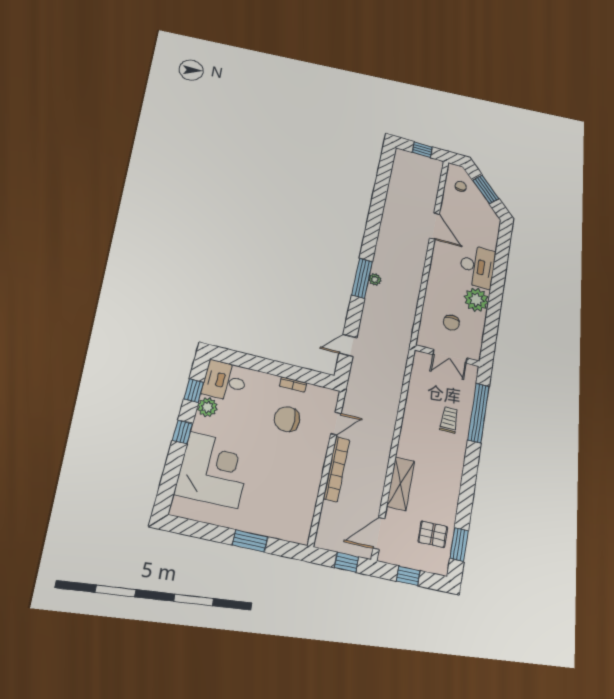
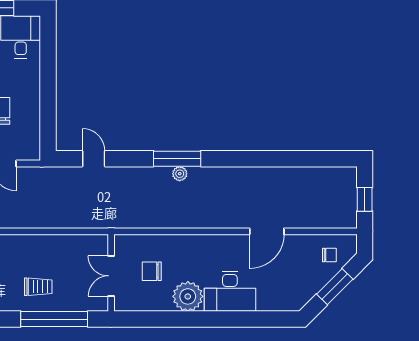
bookcase: (293, 385) -> (35, 109), removed

